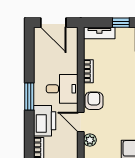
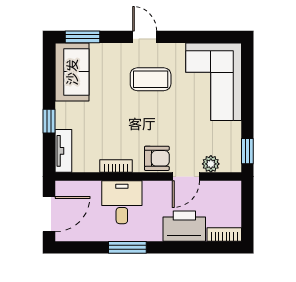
desk: (62, 89) -> (122, 202), moved
window: (29, 97) -> (127, 247), moved
armchair: (94, 101) -> (157, 158), turned 180

